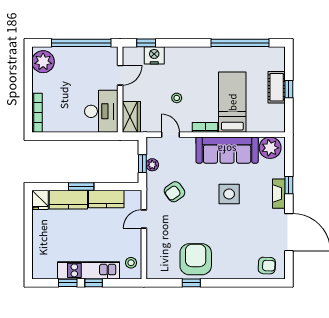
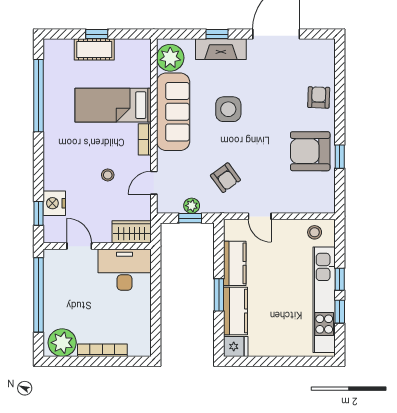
bookcase: (37, 113) -> (102, 350), moved
fireplace: (279, 194) -> (221, 49), width x1.37, depth x1.32
armchair: (267, 266) -> (319, 97), moved
kitchen unit: (89, 270) -> (324, 300), width x1.36

